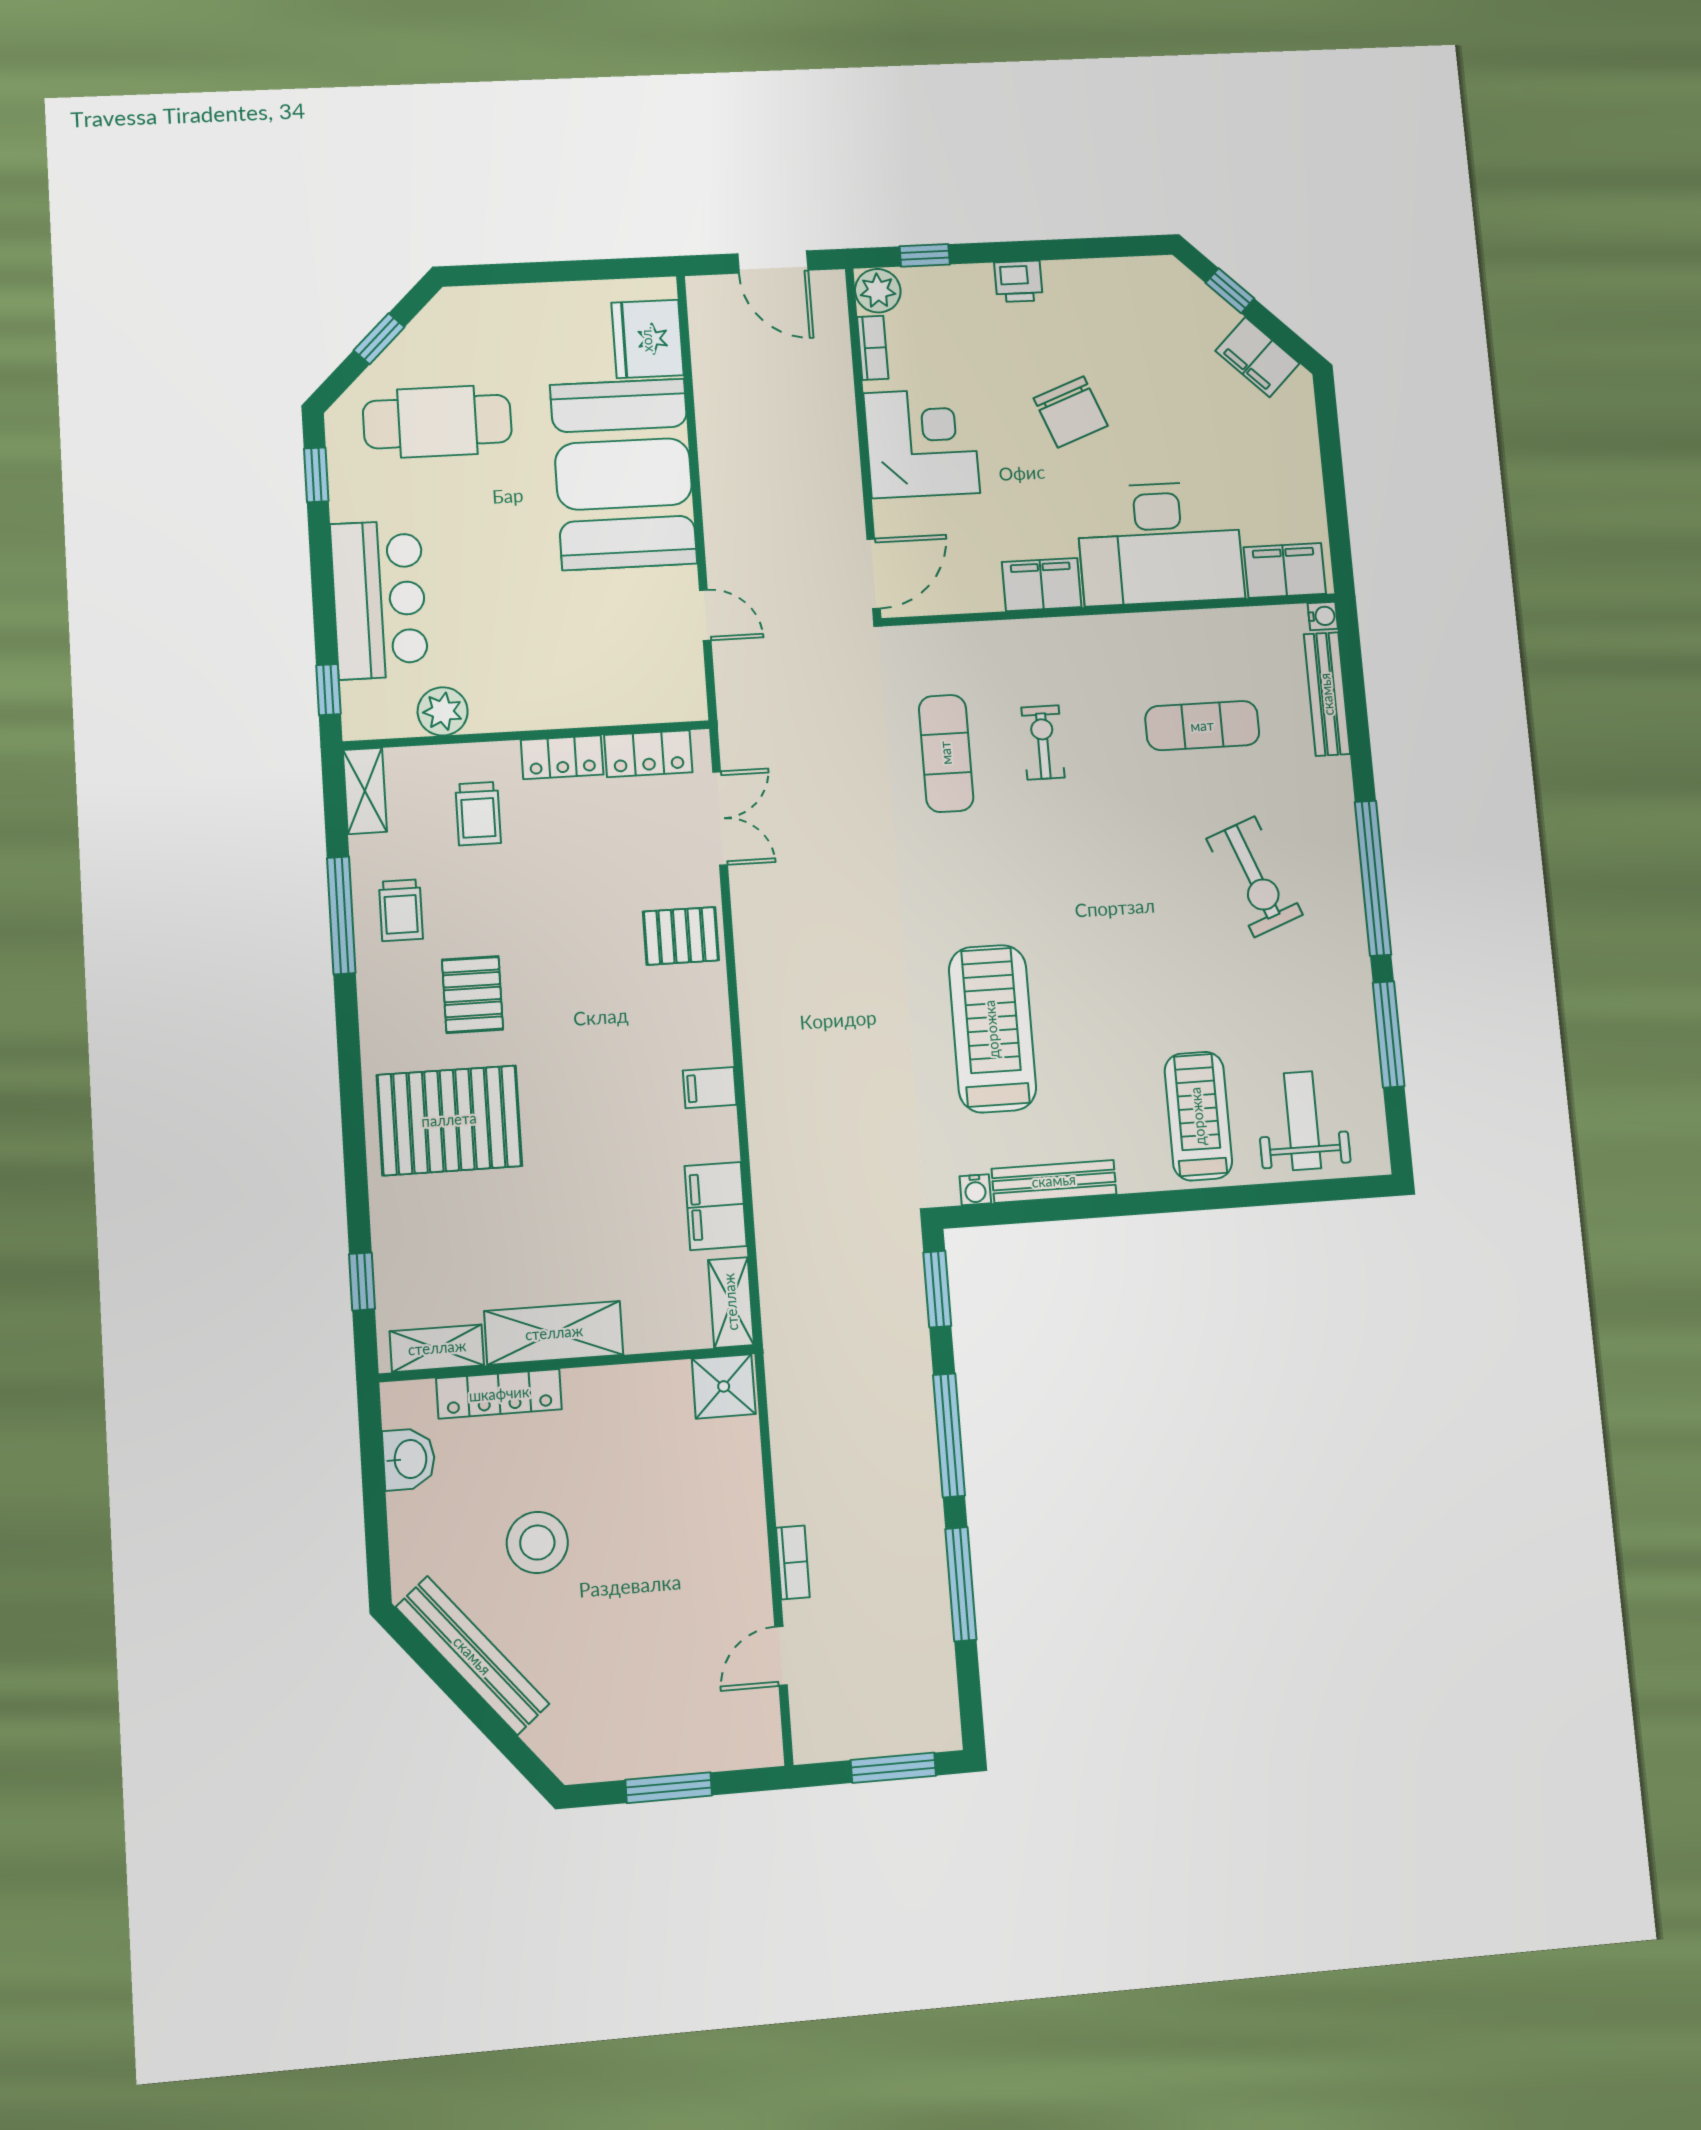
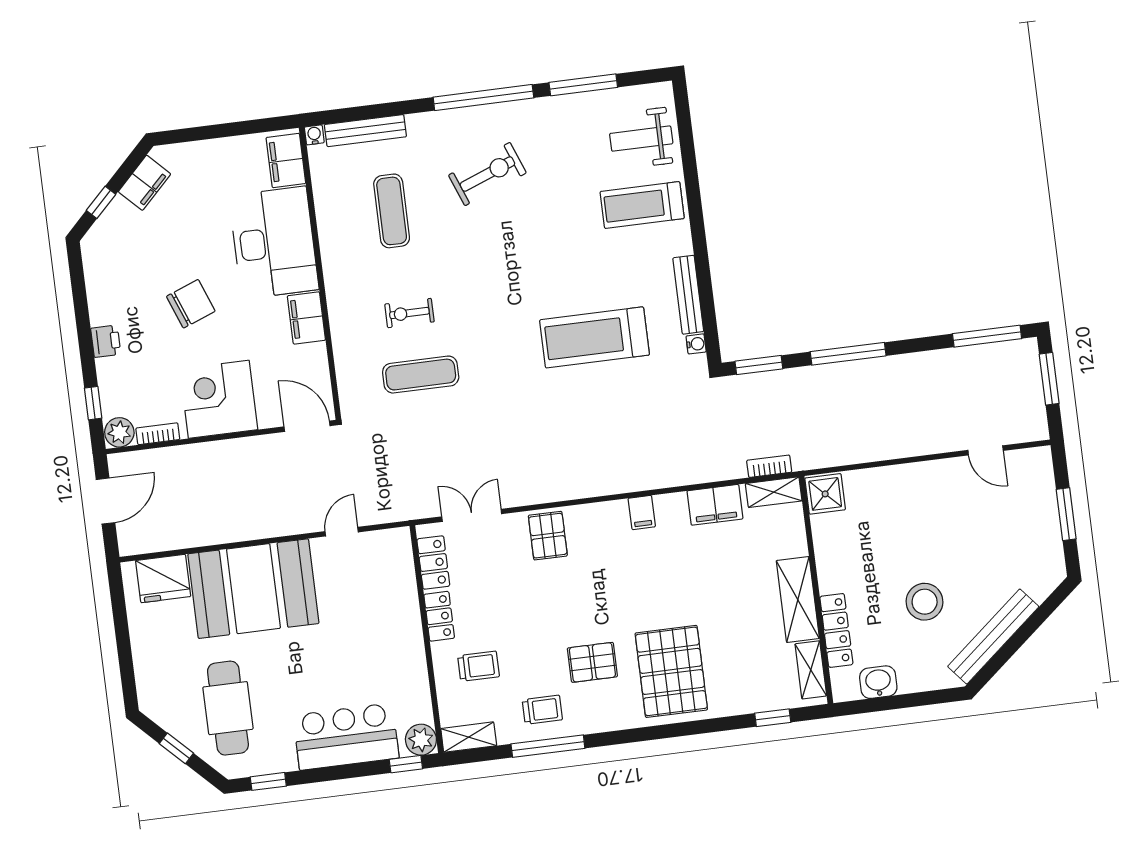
plant: (443, 711) -> (421, 740), moved
bookcase: (793, 1562) -> (769, 466), moved
window: (961, 1584) -> (987, 336), moved

